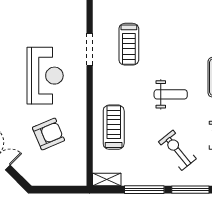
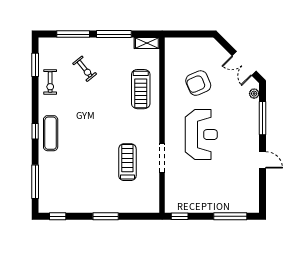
reception desk: (45, 76) -> (201, 135), turned 180
weight bench: (171, 94) -> (91, 118), removed
exercise bike: (177, 150) -> (85, 69), width x0.73, depth x0.72

